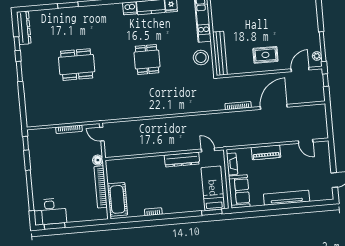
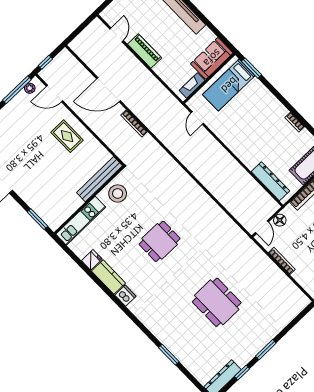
piano: (266, 152) -> (145, 51), moved
floor lamp: (98, 160) -> (280, 220), moved
dresser: (182, 160) -> (270, 181), moved

